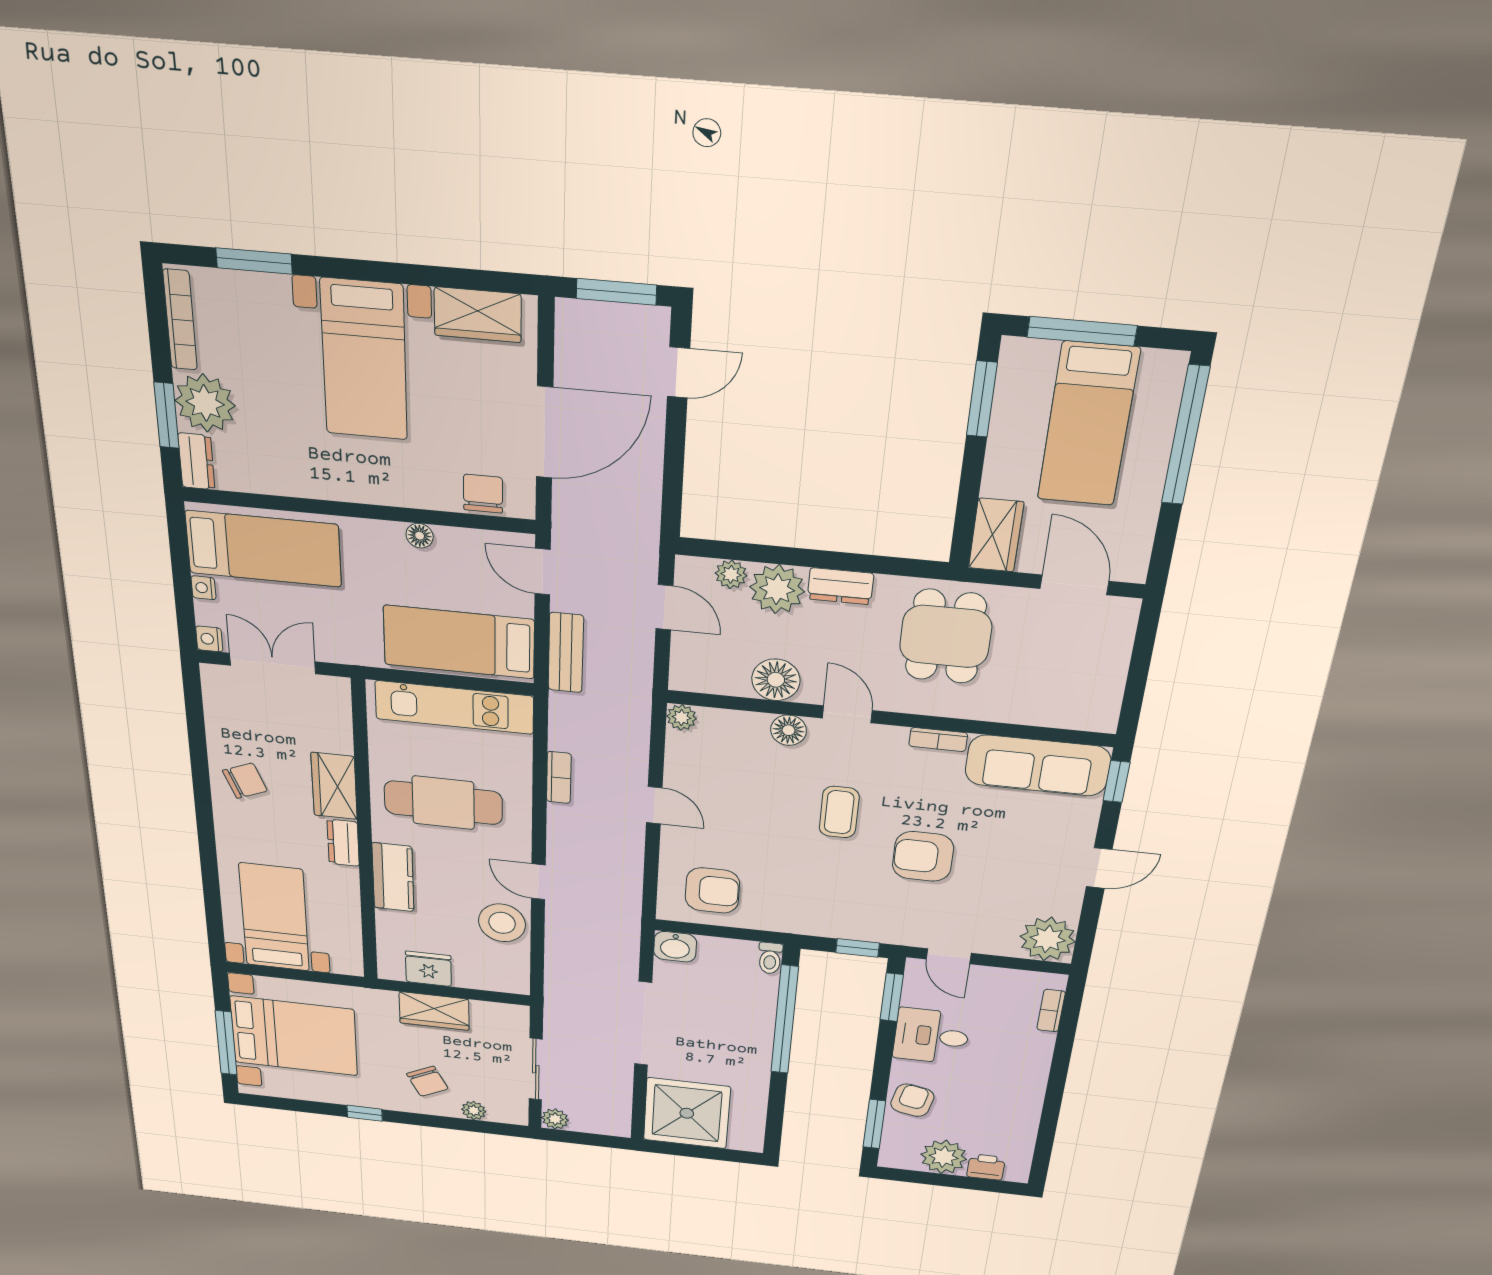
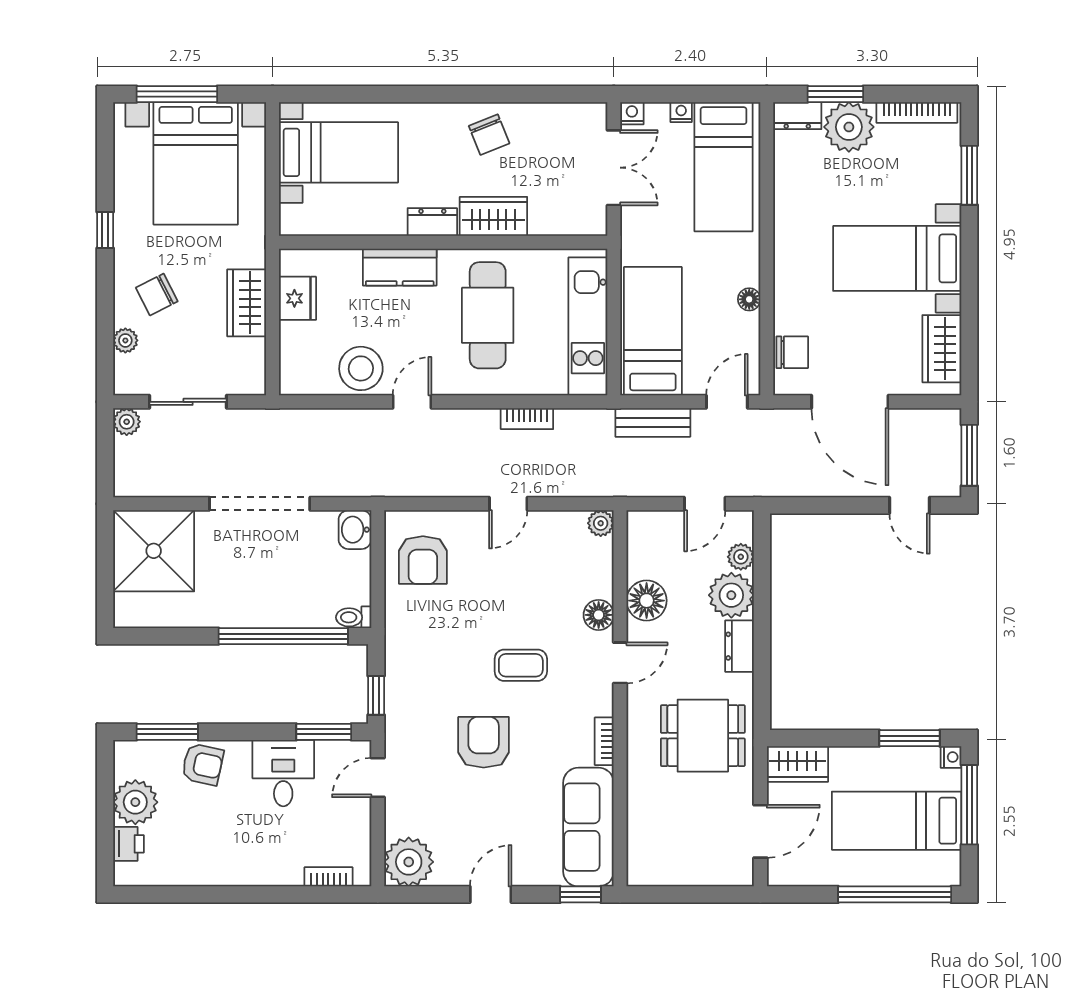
nightstand: (1014, 349) -> (951, 757), added
door: (1099, 868) -> (491, 894), swing flipped

